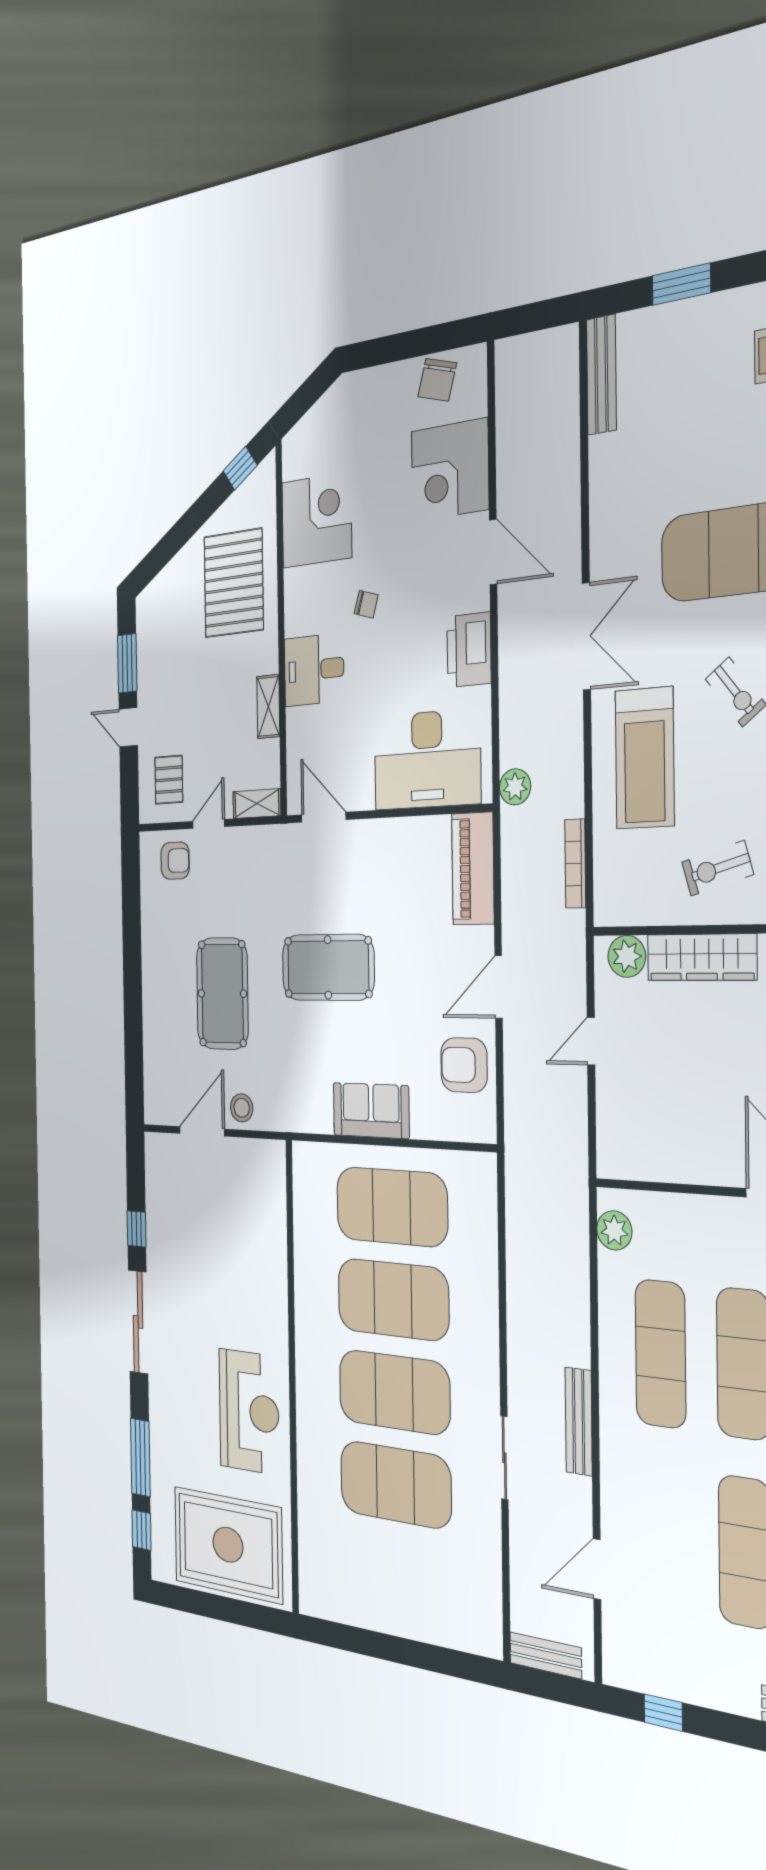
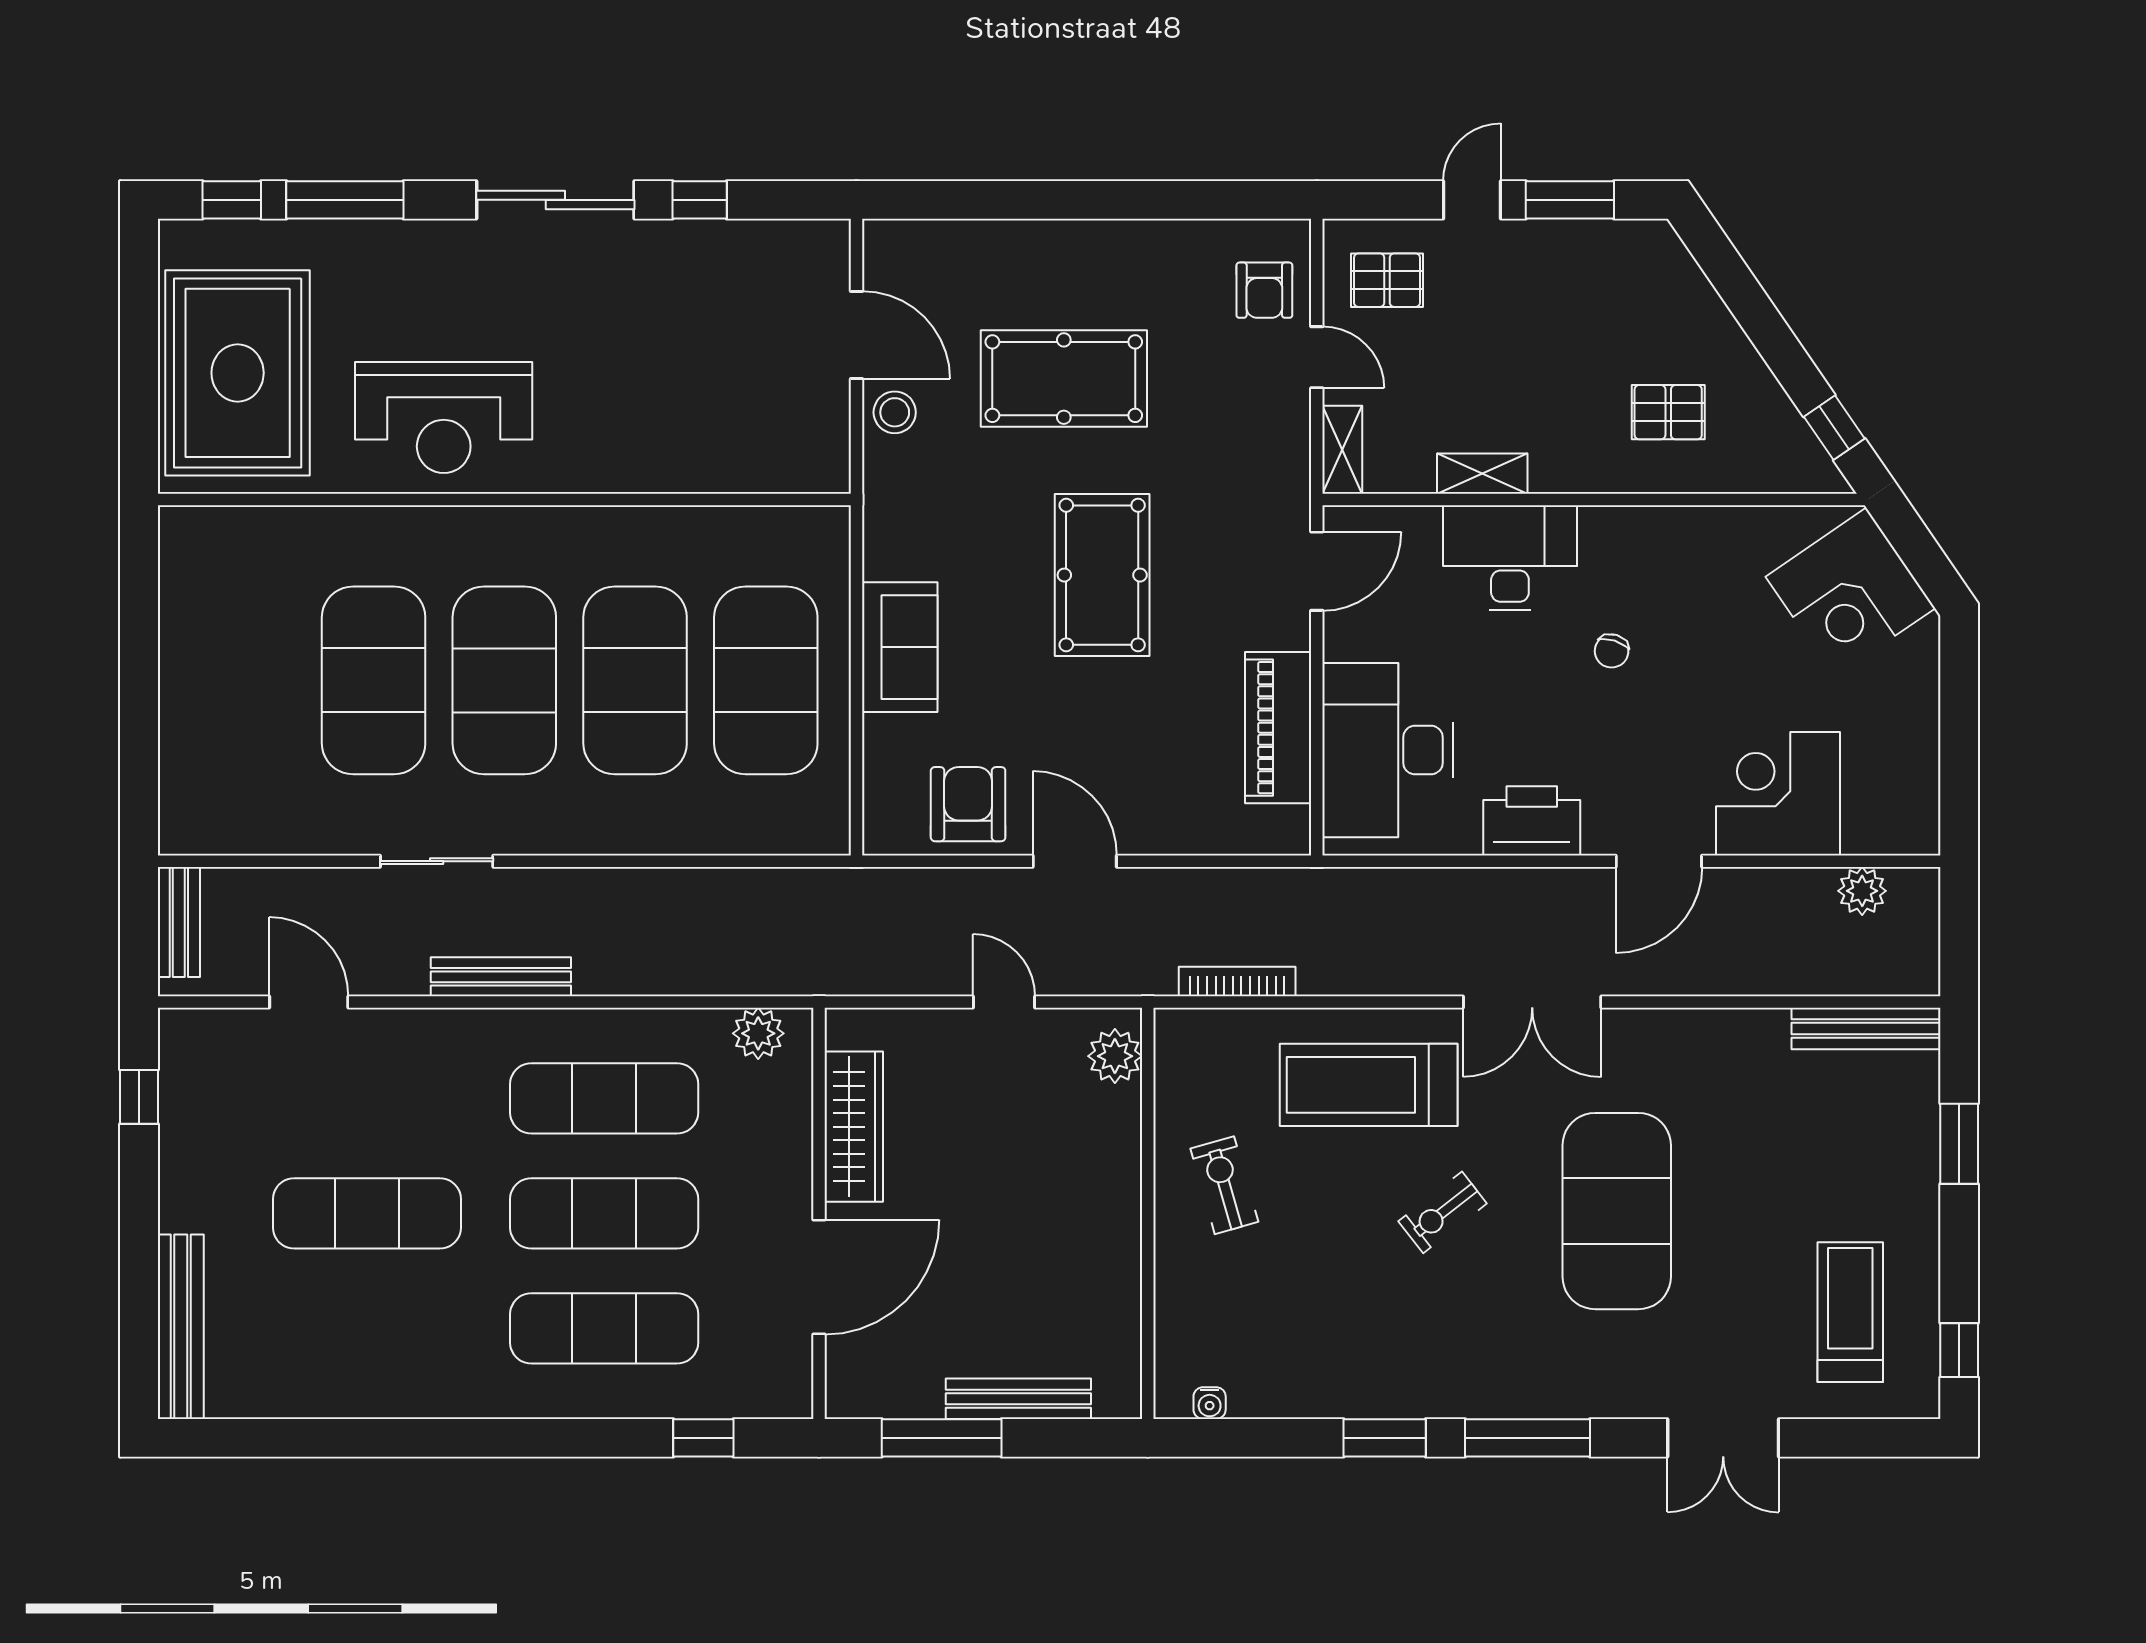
chair: (437, 380) -> (1903, 775), removed
corner desk: (317, 520) -> (1850, 592), moved, turned 56
pallet: (234, 583) -> (1668, 412), width x0.49, depth x0.50
desk: (314, 670) -> (1510, 558), width x1.37
plant: (515, 787) -> (1862, 891), moved
piano: (473, 869) -> (1278, 728), moved, turned -90
wardrobe: (702, 957) -> (854, 1127), moved, turned 180

